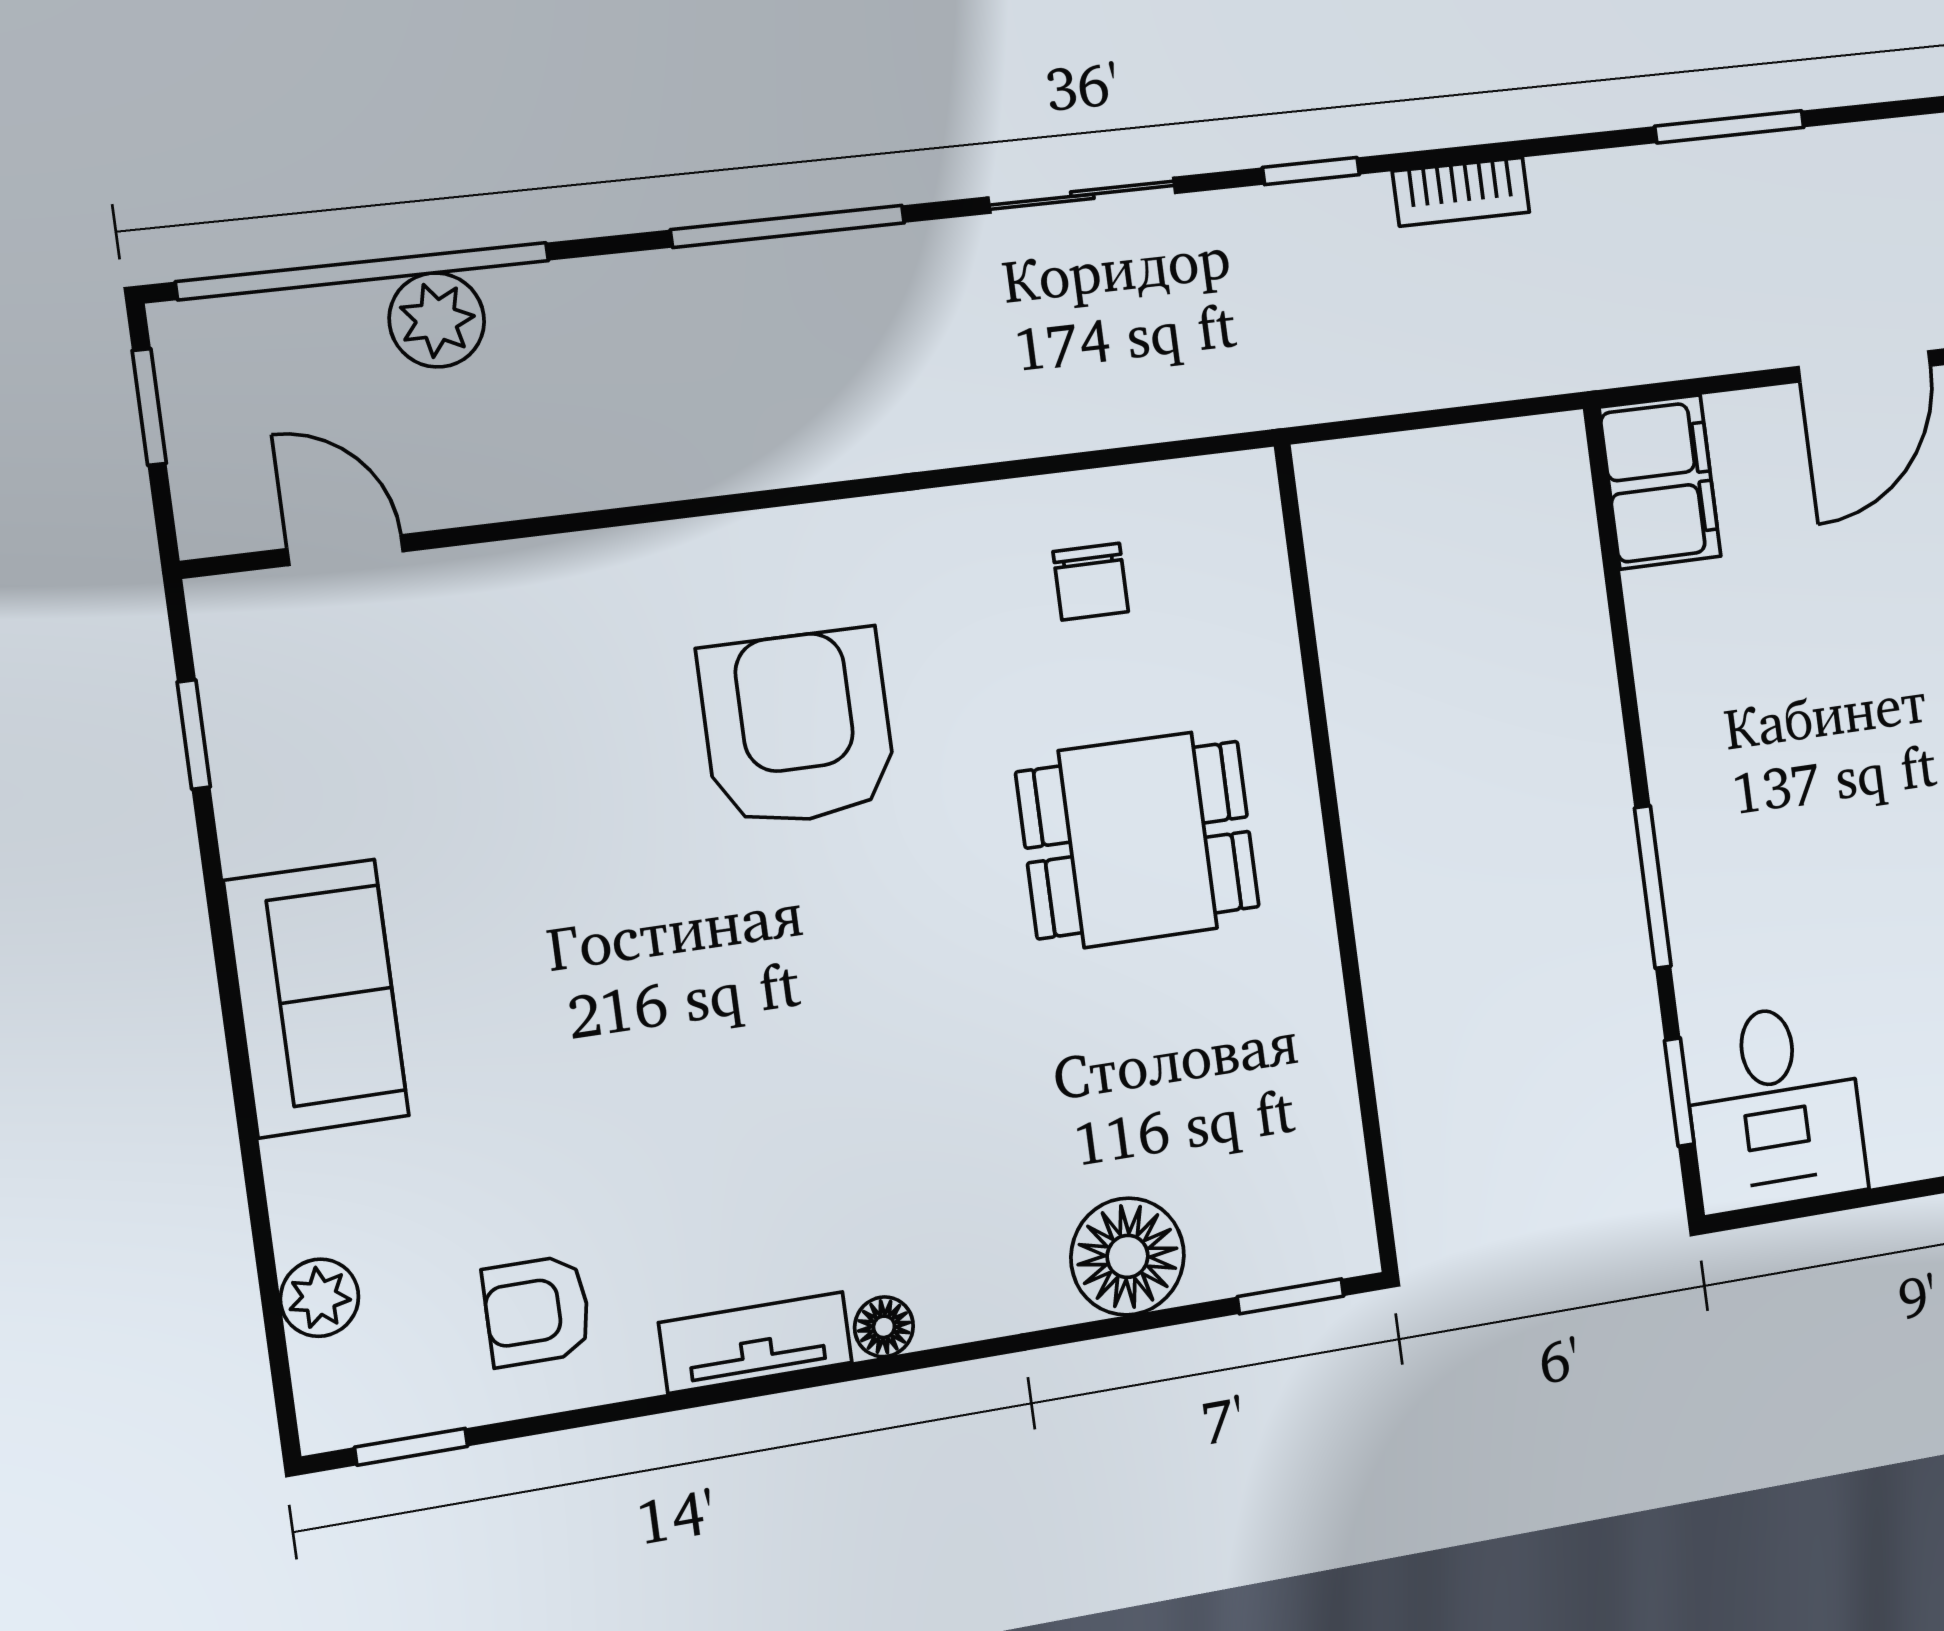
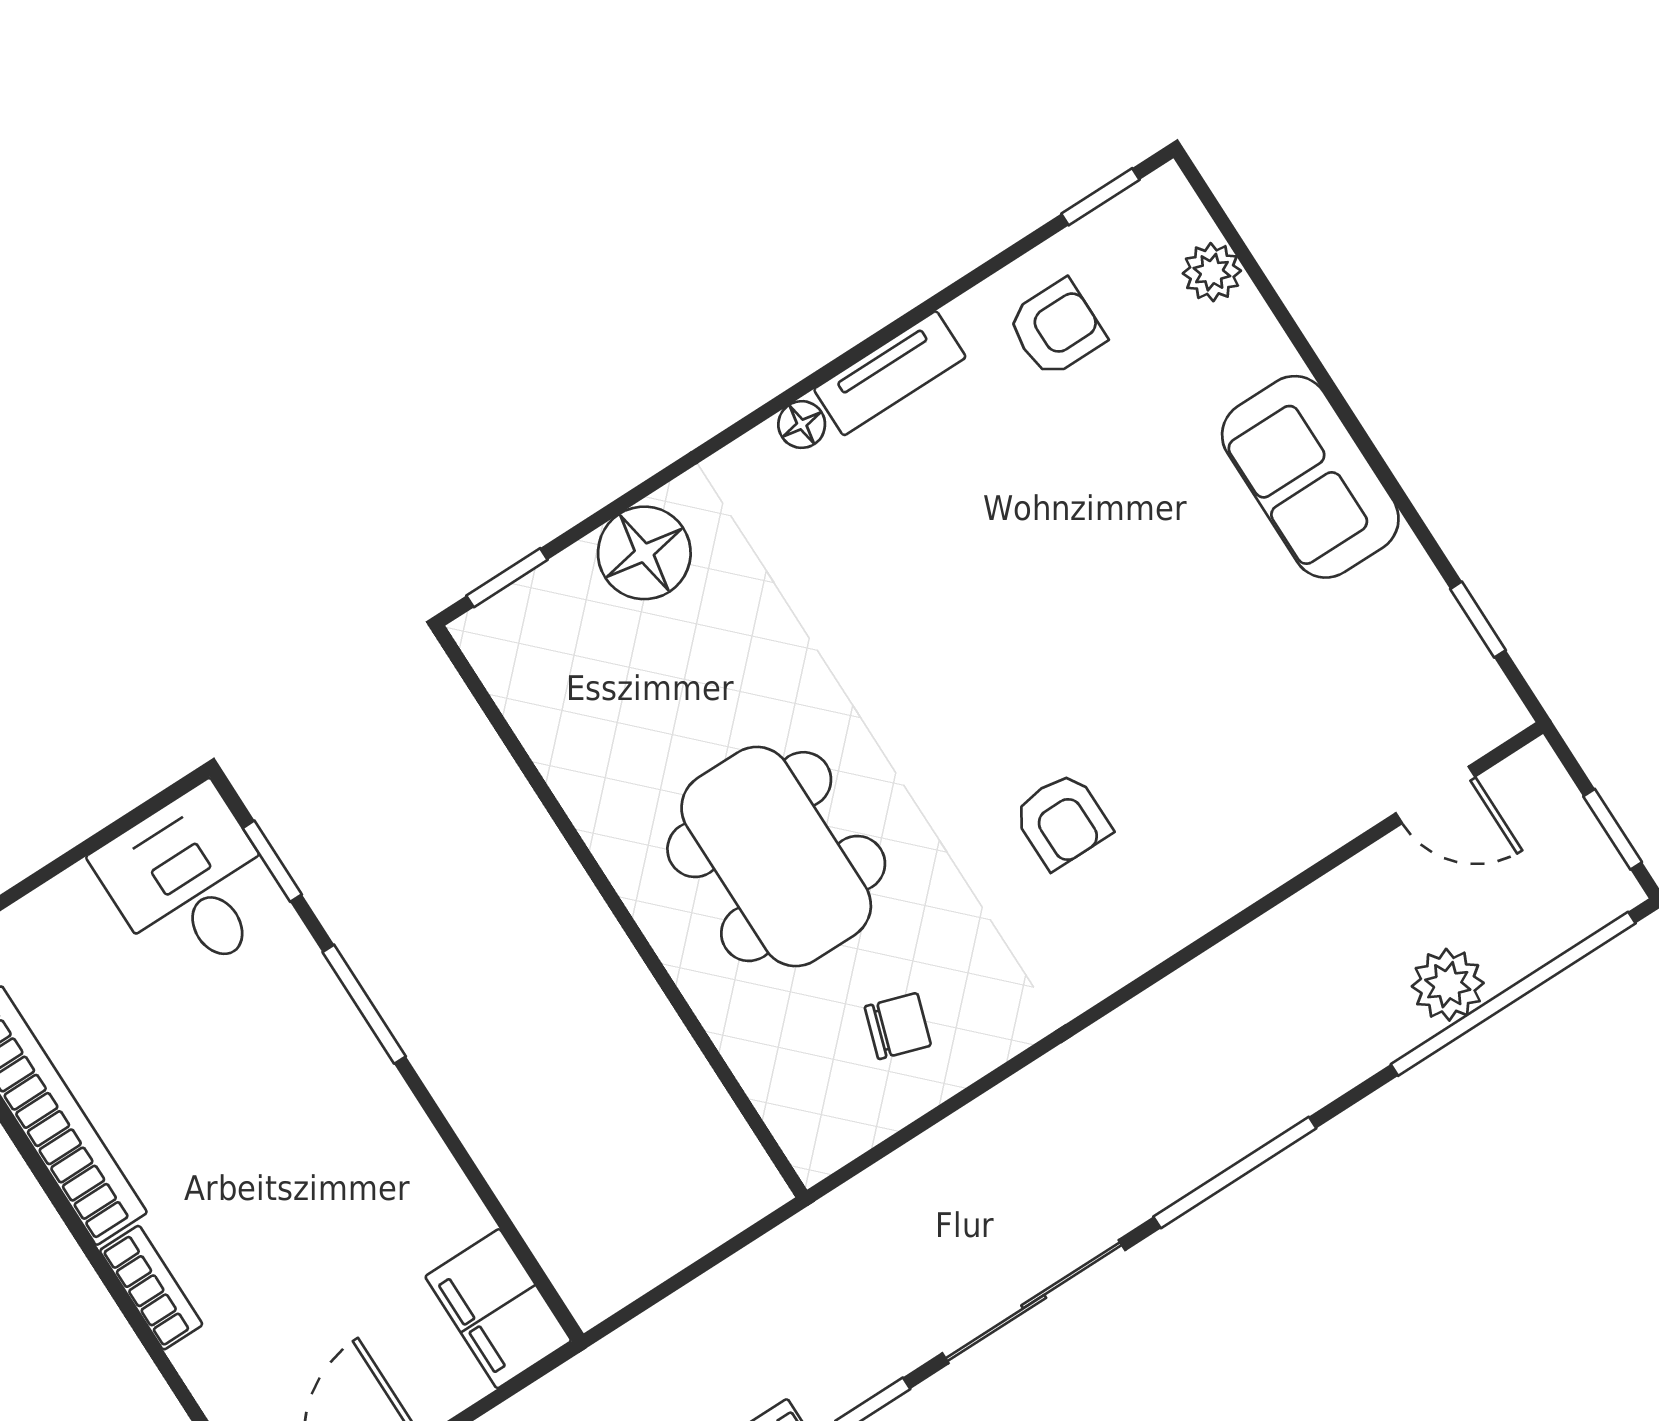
sliding door: (1082, 195) -> (1034, 1302), width x1.37
chair: (1091, 582) -> (898, 1026), turned 108
armchair: (798, 728) -> (1062, 820), width x0.53, depth x0.53
dining table: (1138, 840) -> (776, 857), width x1.38

